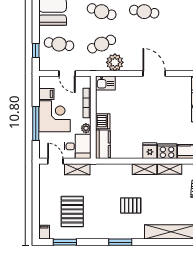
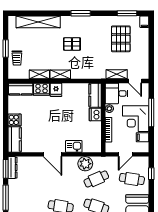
door: (67, 74) -> (125, 154), swing flipped
kitchen sink: (105, 83) -> (74, 146), moved

